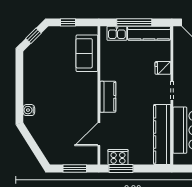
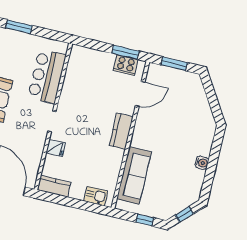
window: (134, 22) -> (75, 203), removed
kitchen counter: (149, 33) -> (54, 186), width x0.67
sofa: (87, 53) -> (134, 175), width x1.36
water cooler: (29, 110) -> (202, 163), moved
kitchen counter: (162, 134) -> (73, 78), removed

